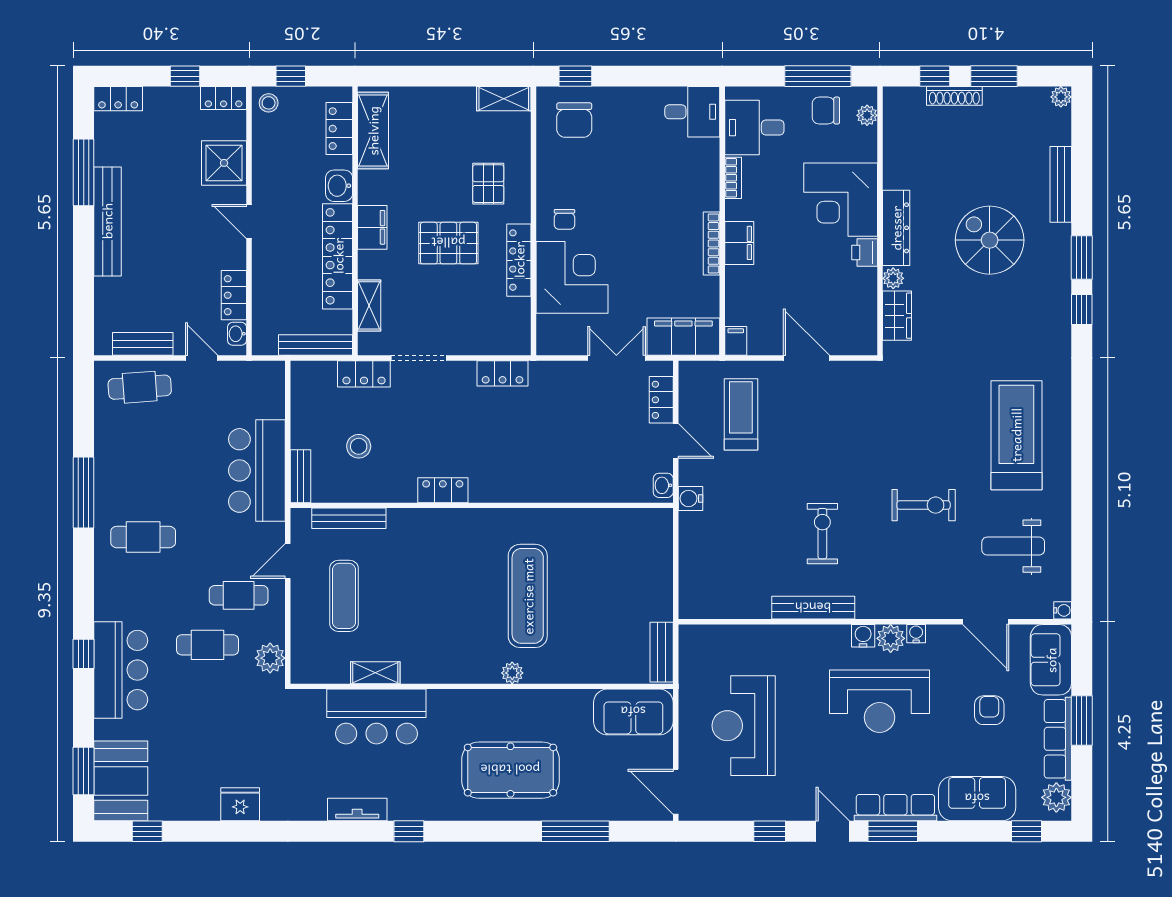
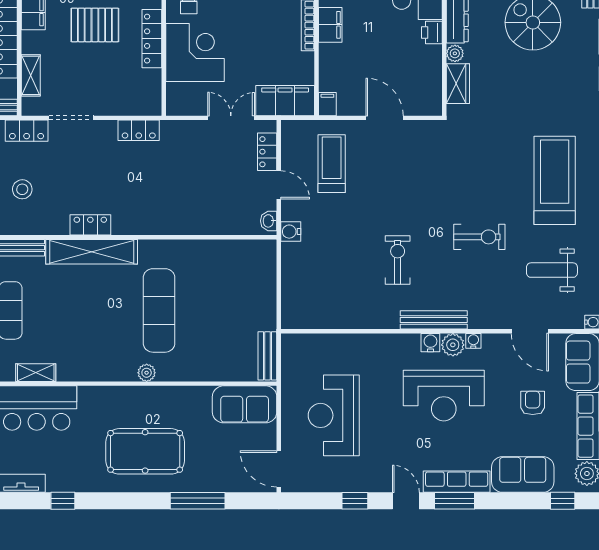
shelving: (444, 523) -> (92, 252), added
bench: (813, 608) -> (434, 320), moved

